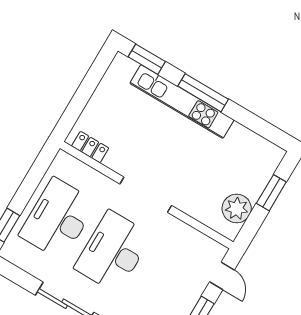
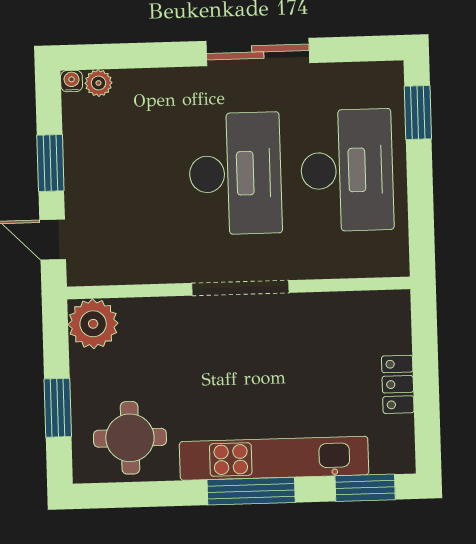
locker: (90, 147) -> (398, 384), moved, turned 90
round table: (246, 156) -> (130, 438), added
plant: (237, 209) -> (93, 324), moved

